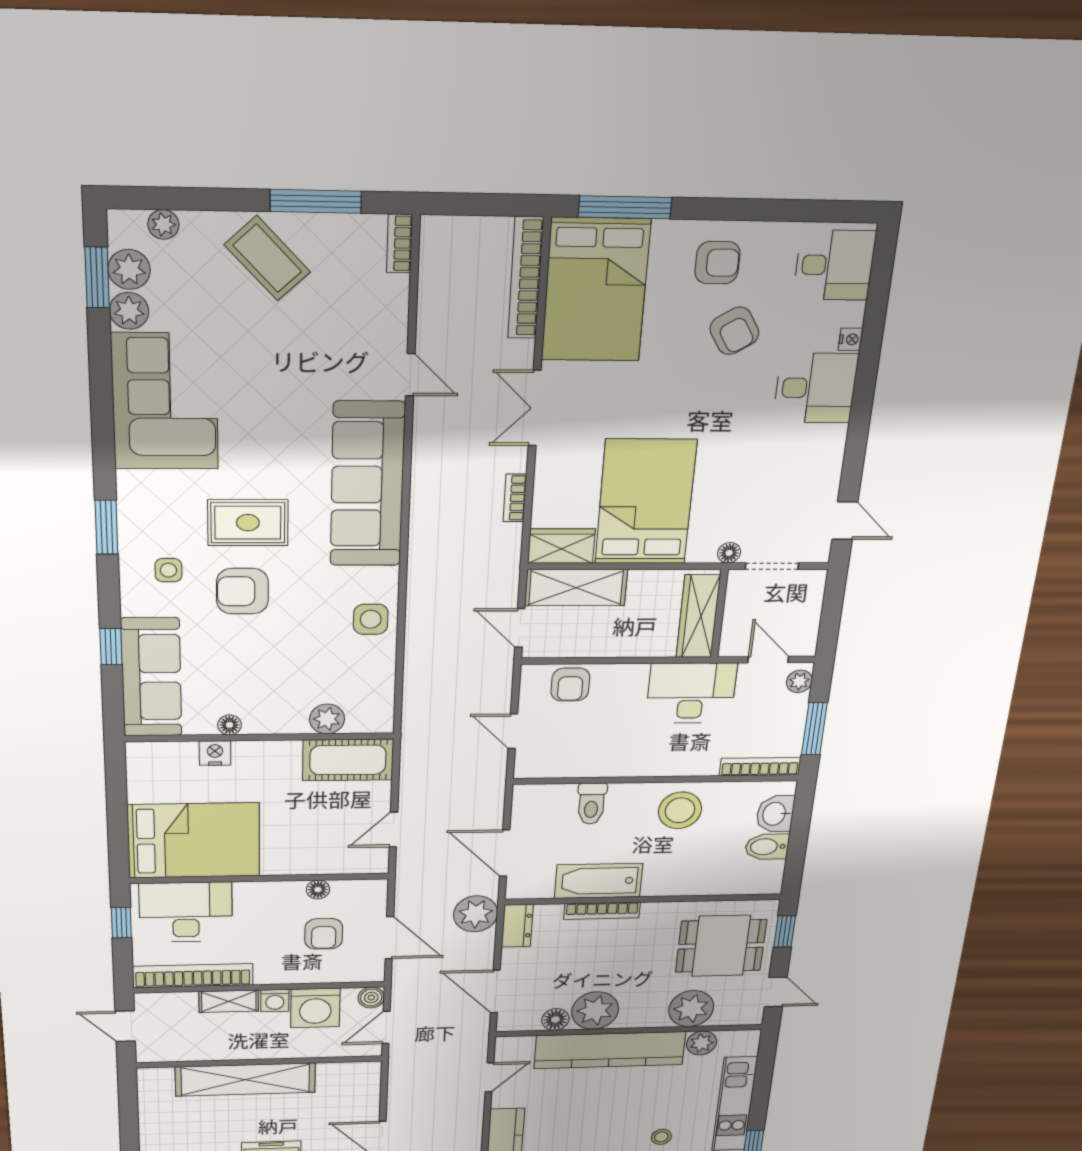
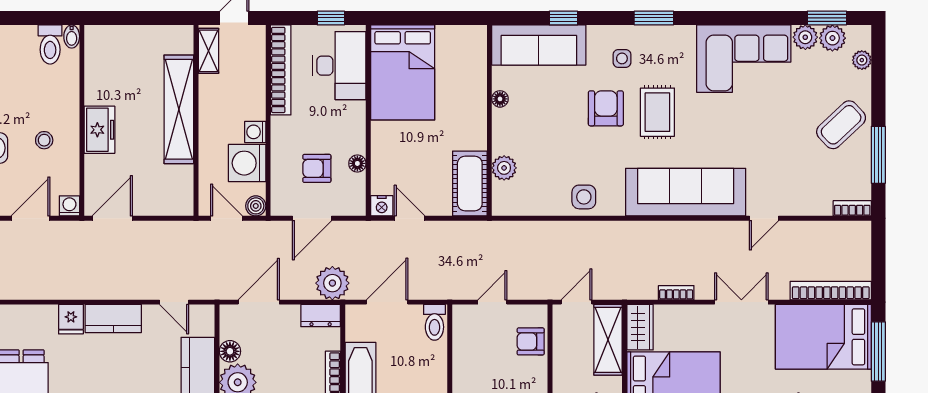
nightstand: (215, 753) -> (382, 206), moved, turned 90
toilet: (591, 804) -> (434, 322), moved, turned -90
shelving: (229, 1001) -> (208, 51), moved

